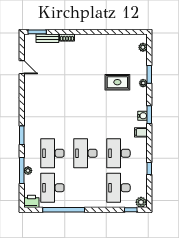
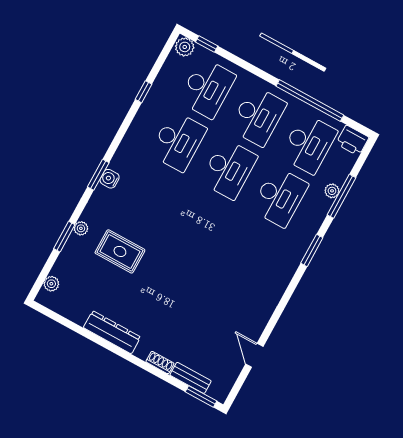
dresser: (99, 40) -> (112, 332), added
filing cabinet: (141, 132) -> (126, 154), removed
desk: (85, 188) -> (258, 116), added

